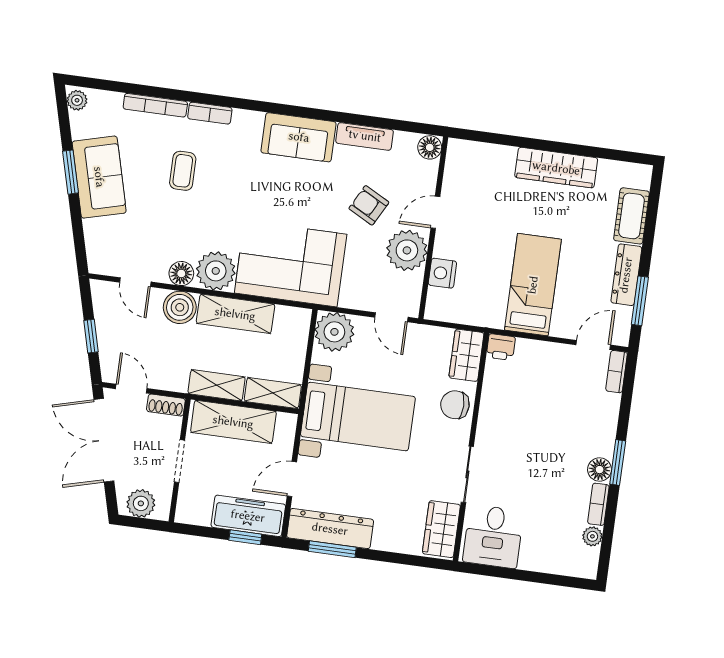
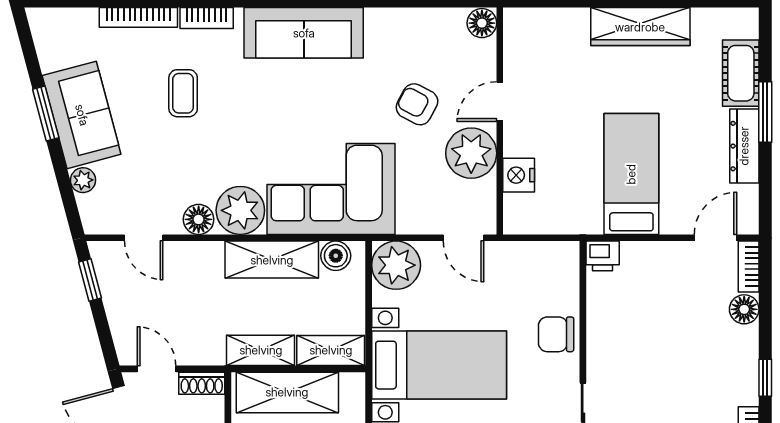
plant: (77, 100) -> (83, 180), moved
tv unit: (365, 136) -> (400, 21), removed
sofa: (299, 137) -> (304, 33), width x1.36
window: (640, 301) -> (765, 112), moved
boiler: (180, 307) -> (336, 256), moved, width x0.73, depth x0.73
window: (91, 336) -> (90, 280), moved
wardrobe: (466, 355) -> (562, 272), removed
window: (618, 462) -> (765, 378), width x0.67
floor lamp: (600, 470) -> (744, 309), moved

